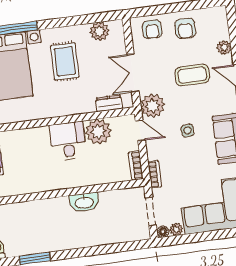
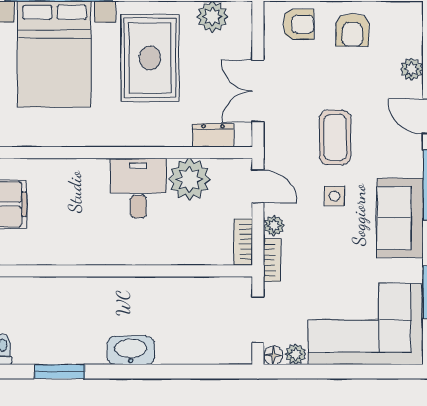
armchair: (152, 29) -> (299, 24), turned -90
rug: (65, 61) -> (150, 58), width x1.36, depth x1.43
coffee table: (192, 75) -> (335, 137), moved, turned 90
plant: (153, 106) -> (274, 226), moved, width x0.53, depth x0.53
washbasin: (84, 202) -> (131, 350), moved, turned 180

